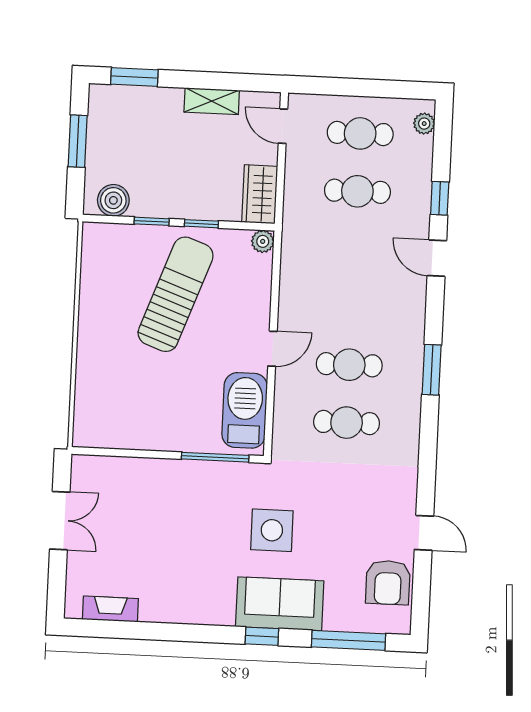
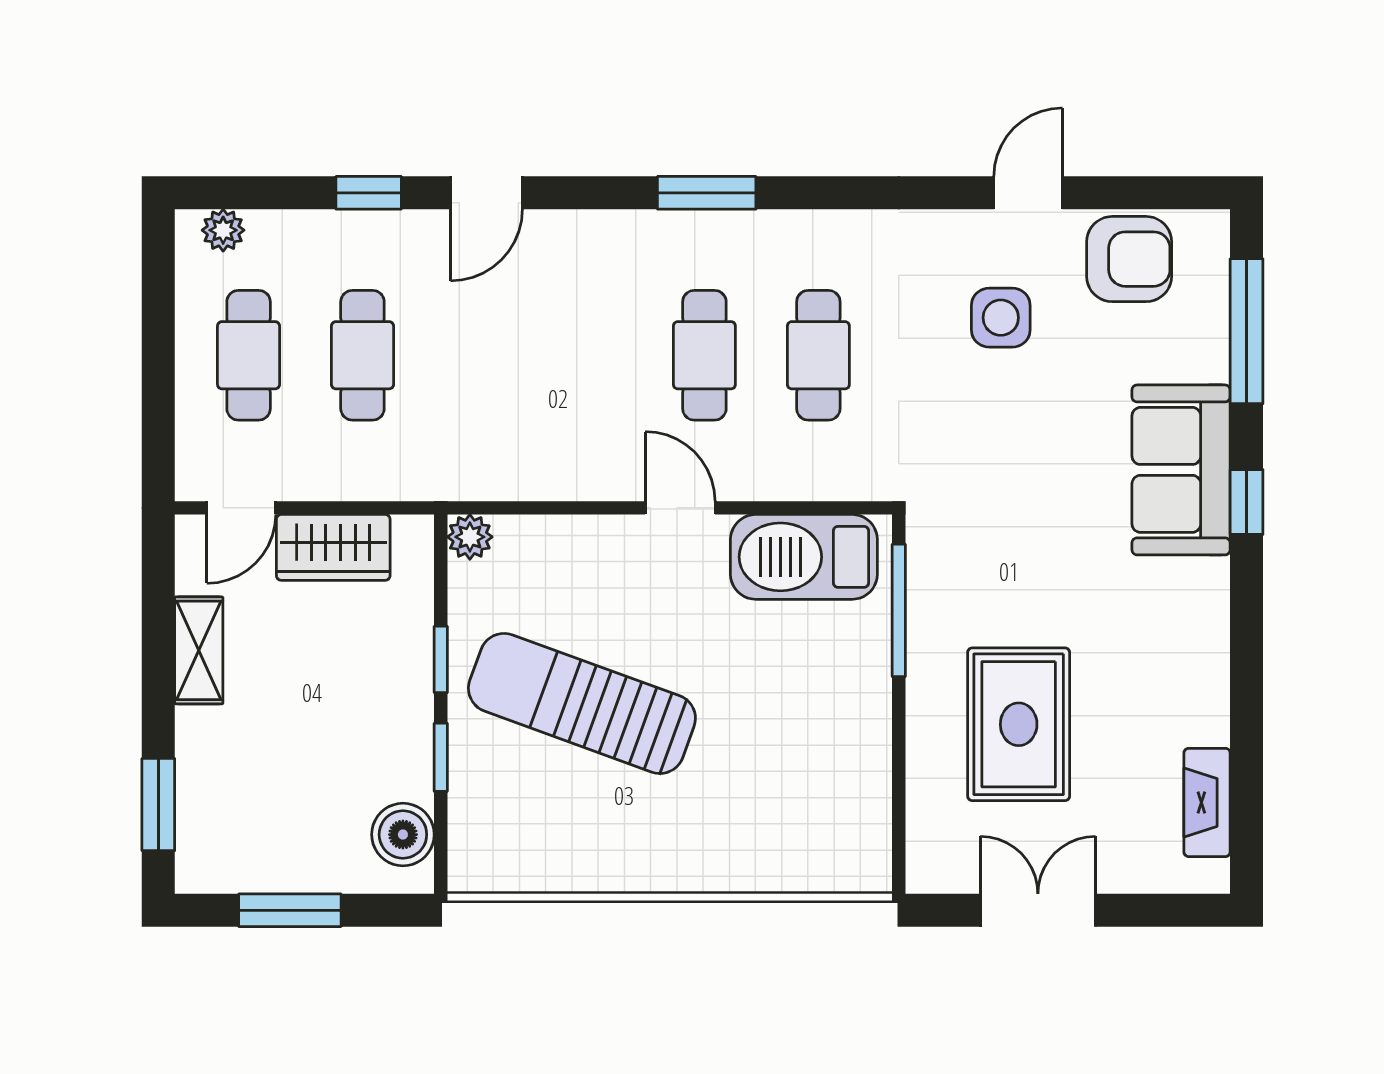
wardrobe: (260, 194) -> (333, 547), moved
rug: (155, 515) -> (1019, 724), added
side table: (272, 530) -> (1001, 318), moved, width x0.73, depth x0.73

